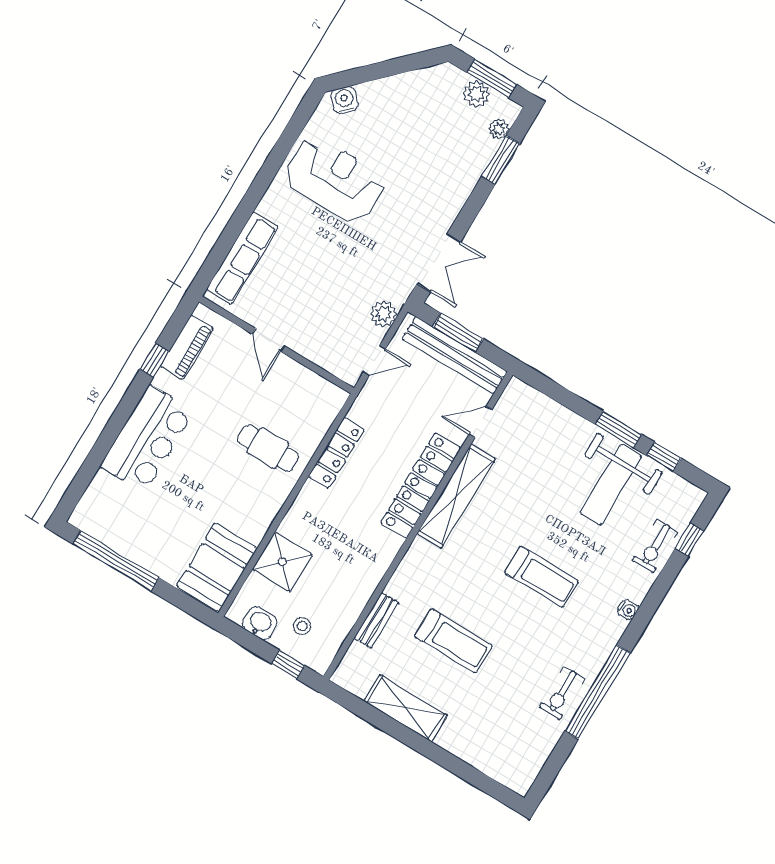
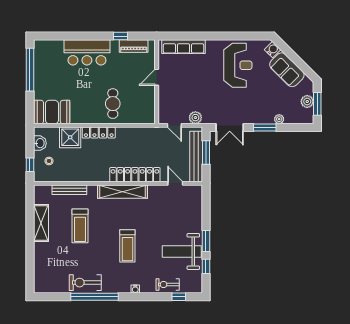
sofa: (397, 96) -> (287, 70), added
plant: (499, 129) -> (279, 119), moved
window: (501, 160) -> (265, 128), moved
locker: (336, 453) -> (99, 132), moved
shelving: (456, 496) -> (123, 192), moved
bench: (376, 620) -> (69, 190), width x1.36
exercise bike: (562, 693) -> (85, 283), width x1.38, depth x1.39

